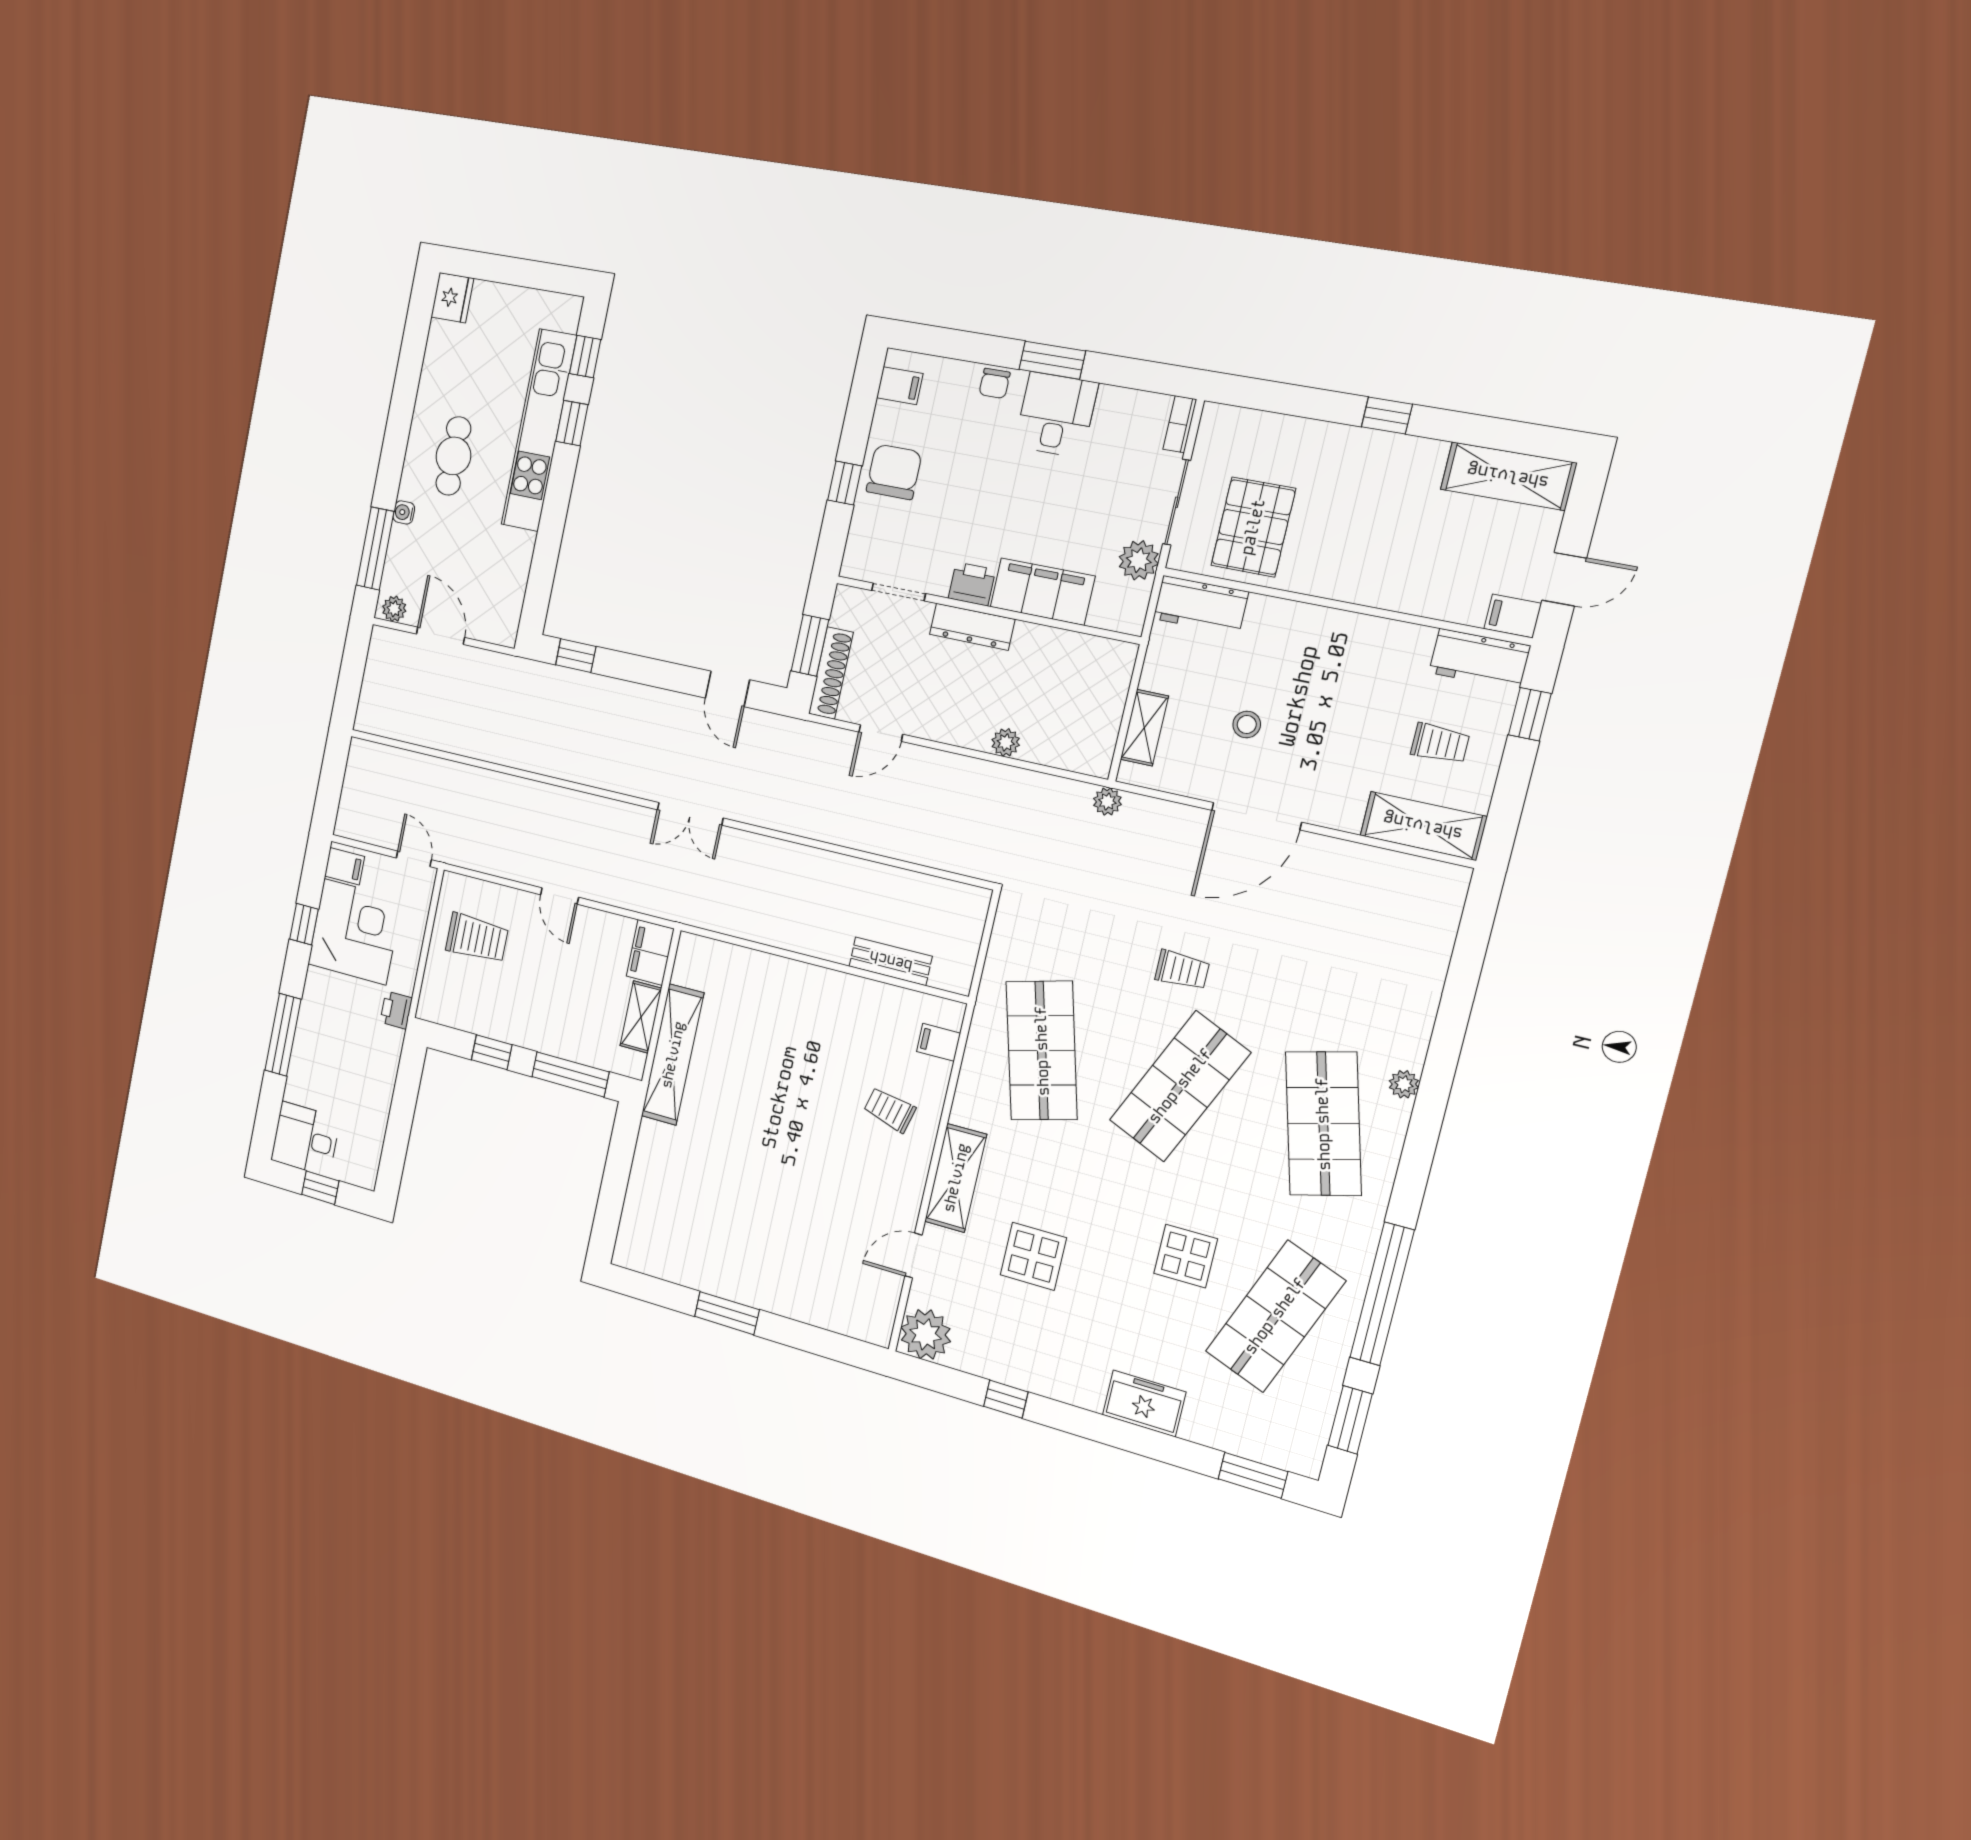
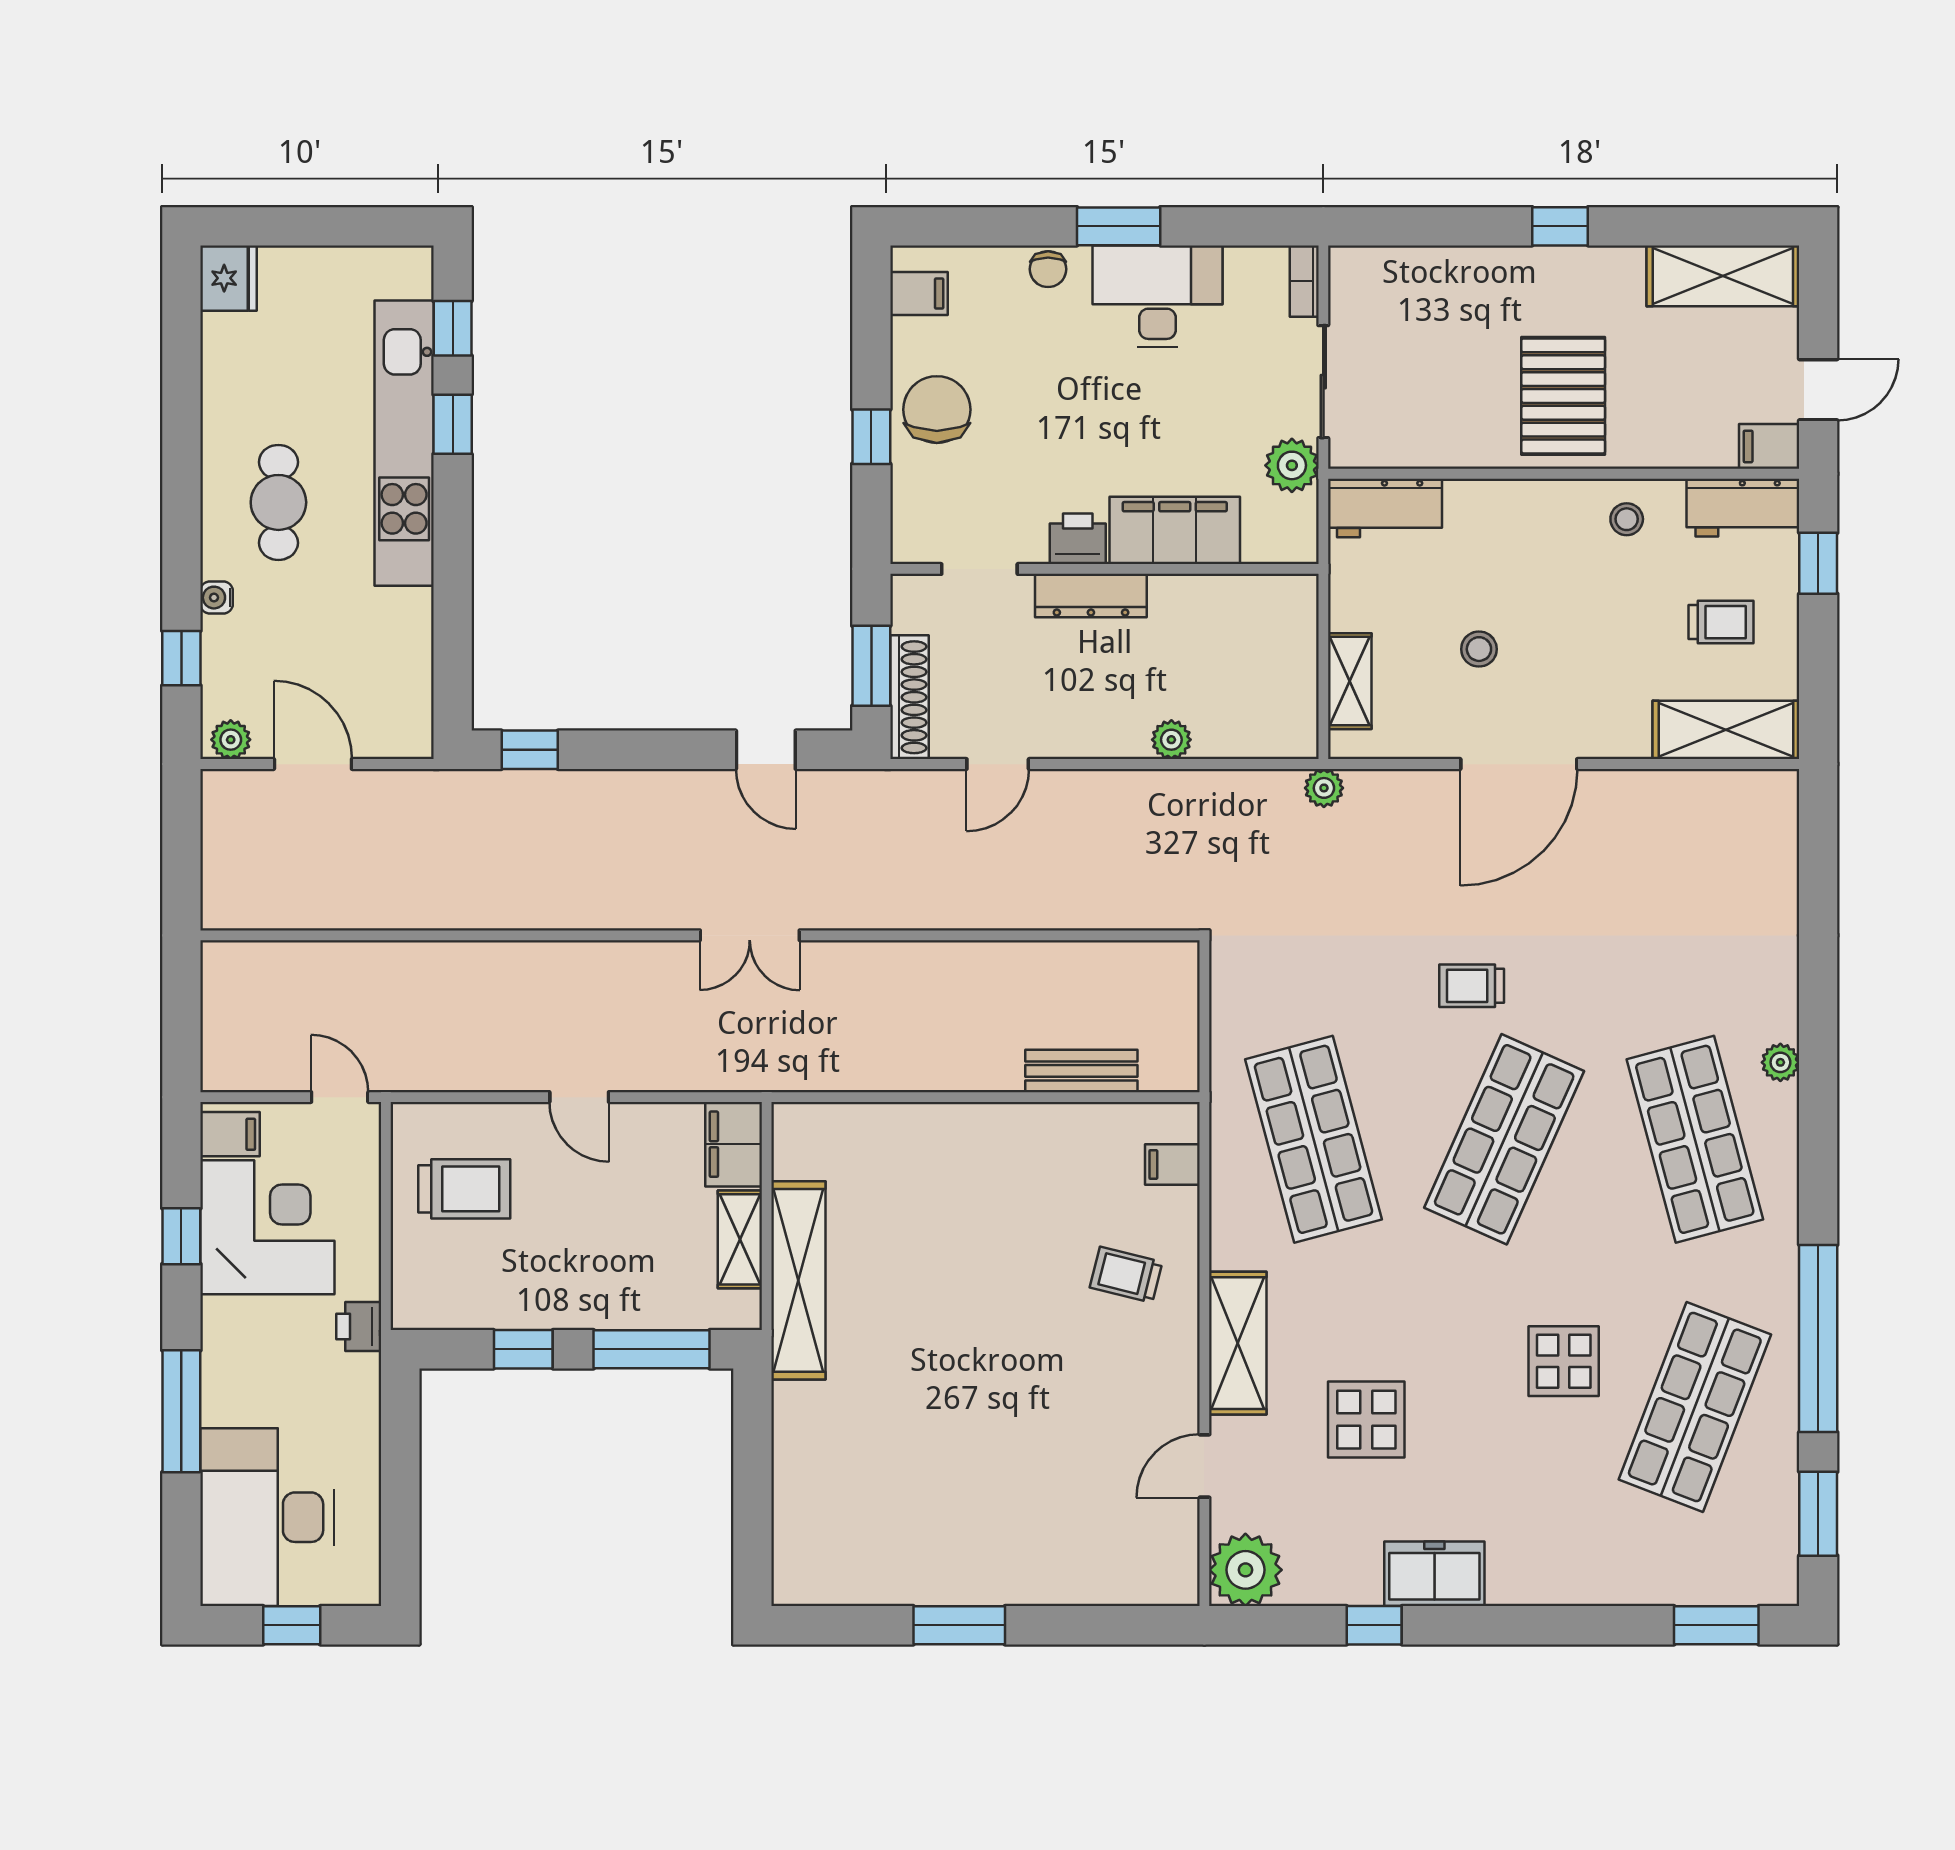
desk: (1056, 415) -> (1157, 296), width x1.37
pallet: (1253, 527) -> (1563, 396), moved
window: (375, 548) -> (181, 658), width x0.46
stool: (1385, 650) -> (1627, 519), added
trolley: (1182, 970) -> (1472, 986), turned 180
desk: (305, 1139) -> (267, 1517), width x1.87, depth x1.30
freezer: (1144, 1403) -> (1434, 1574), moved

